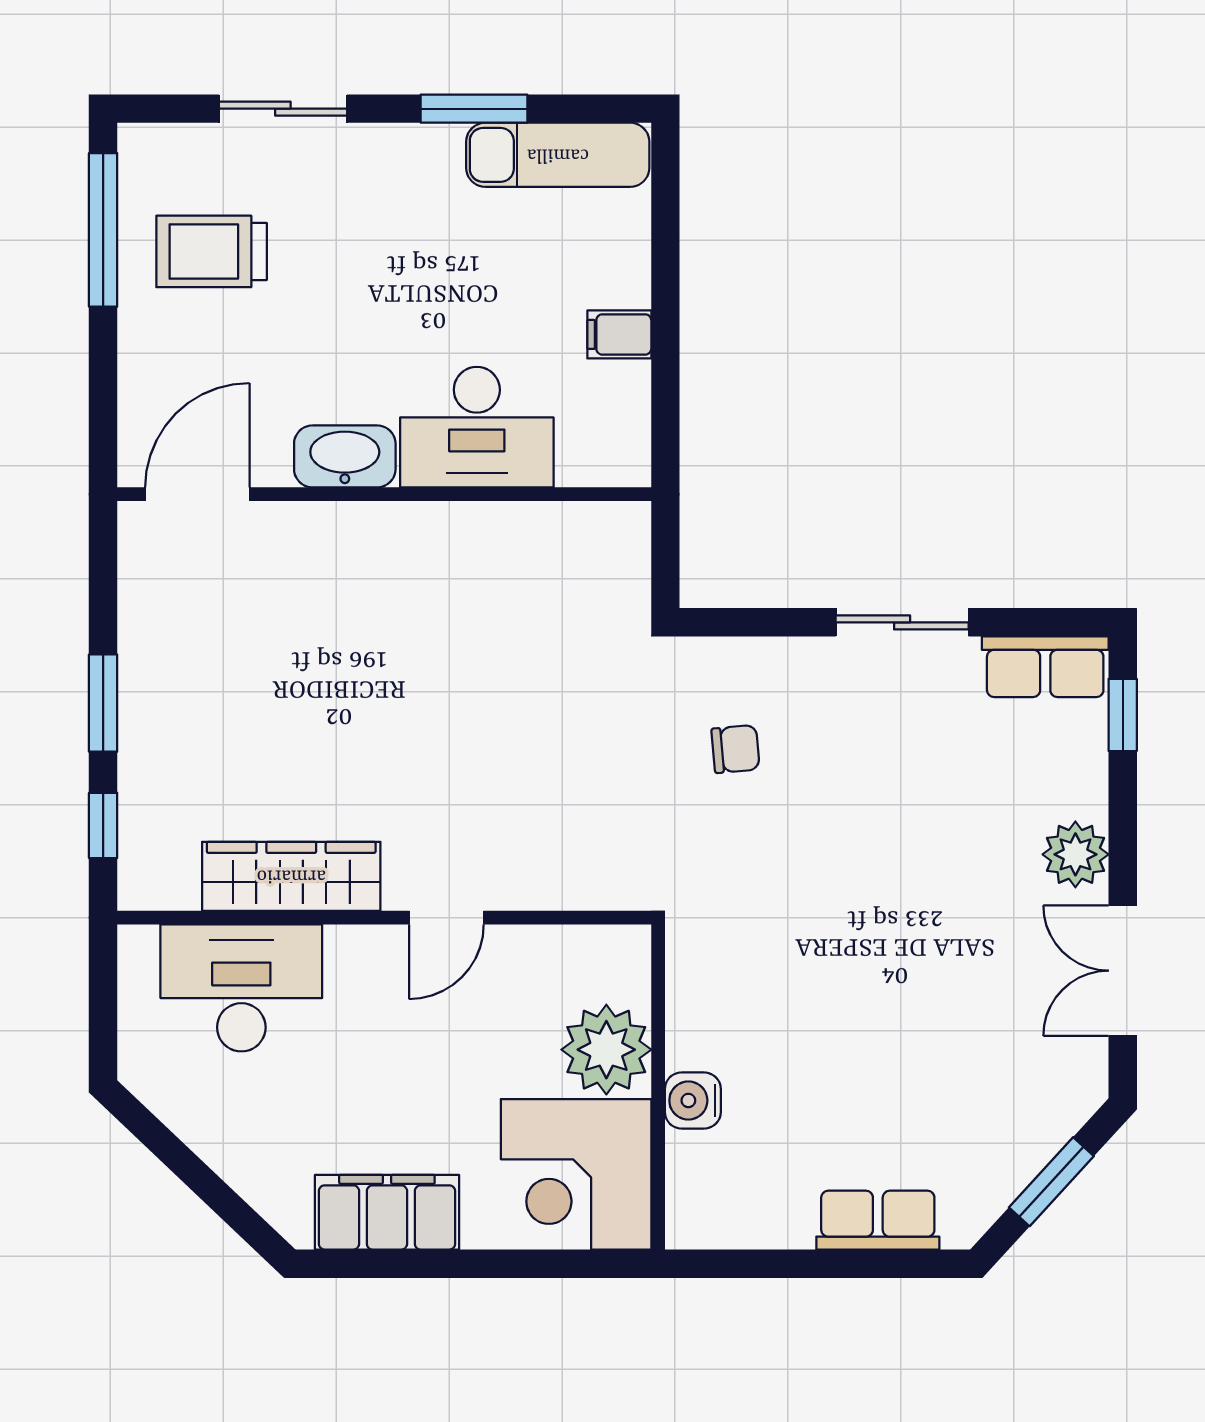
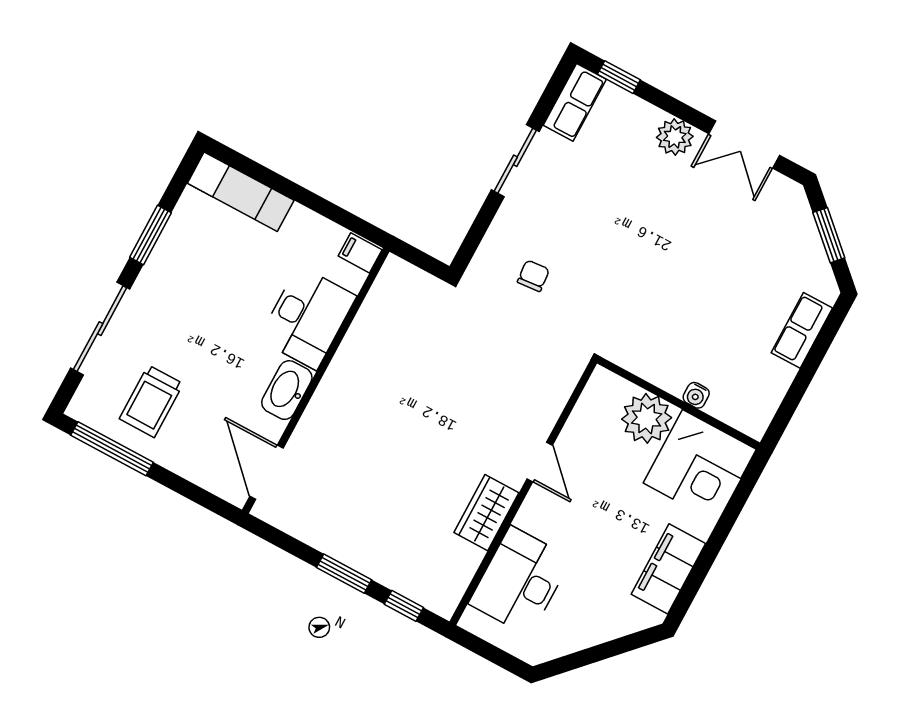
sliding door: (283, 109) -> (100, 329), width x1.37
exam couch: (558, 155) -> (241, 192), moved, turned 90
filing cabinet: (619, 334) -> (360, 253), moved, turned 90
wardrobe: (291, 876) -> (486, 513), width x0.67
water cooler: (693, 1100) -> (696, 395), width x0.72, depth x0.72

